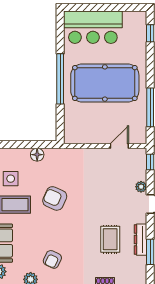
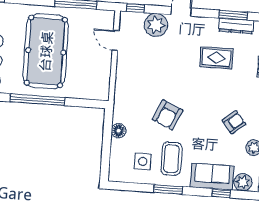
plant: (141, 187) -> (156, 25), width x1.87, depth x1.87
dresser: (141, 240) -> (236, 26), moved
armchair: (52, 259) -> (234, 122), turned -64

